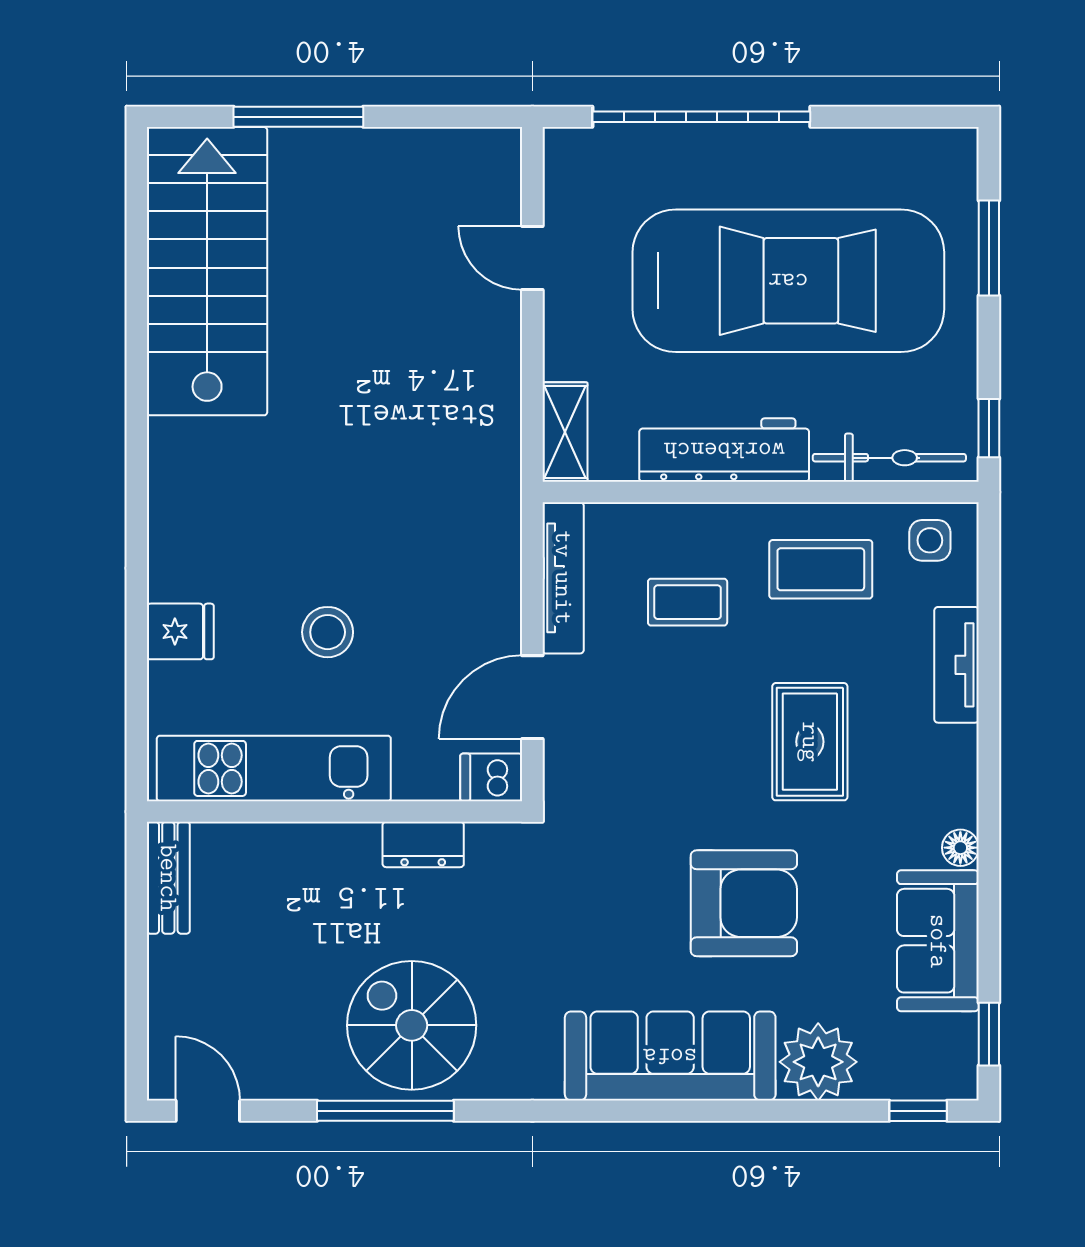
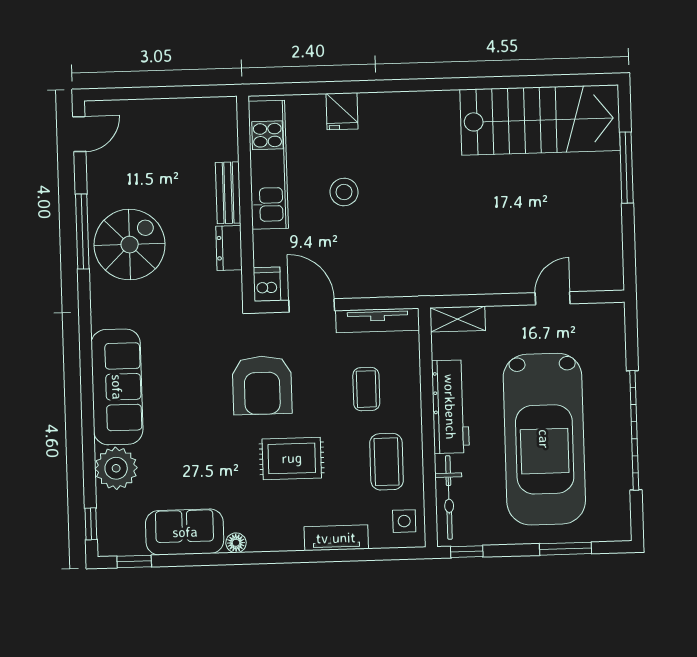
garage door: (701, 117) -> (634, 430), moved
bench: (168, 878) -> (228, 193), moved, turned 90
armchair: (744, 903) -> (262, 385), moved

